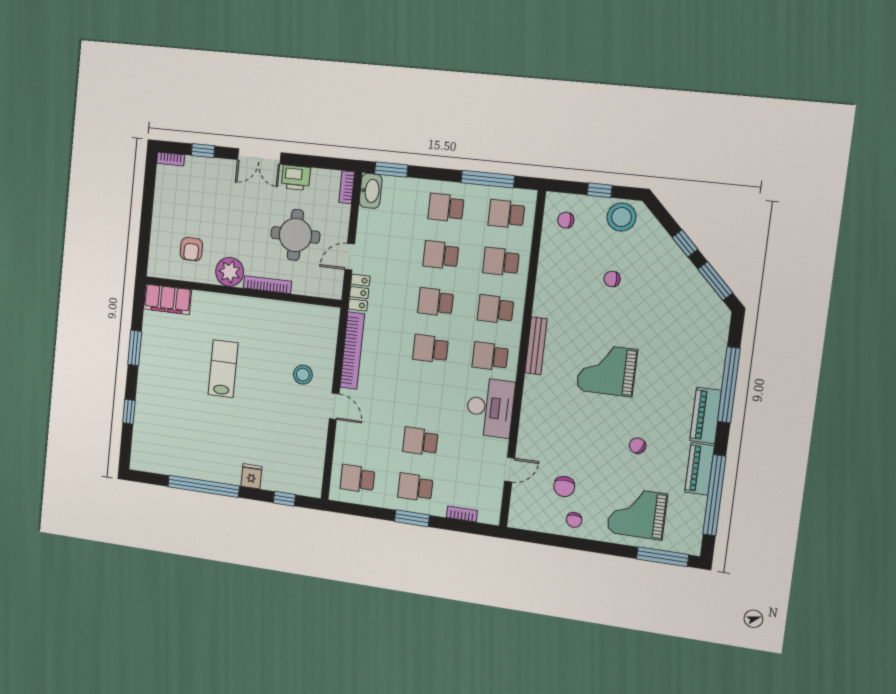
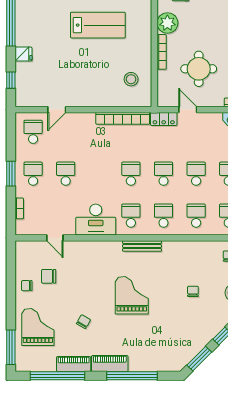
lab bench: (223, 369) -> (98, 25), width x1.36, depth x1.39
stool: (303, 375) -> (131, 79), moved
door: (334, 406) -> (57, 110), moved

